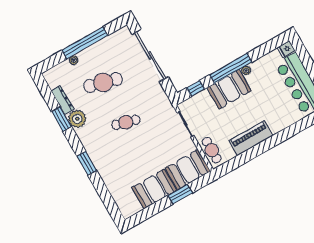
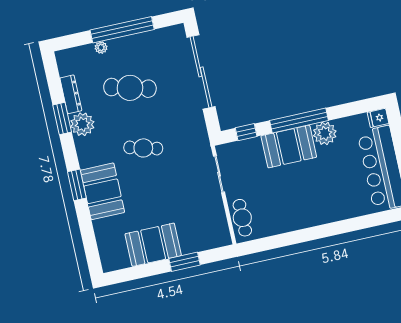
plant: (246, 70) -> (325, 133), width x1.88, depth x1.88
piano: (251, 138) -> (297, 218), removed
booth: (188, 170) -> (102, 191), moved, turned 90

